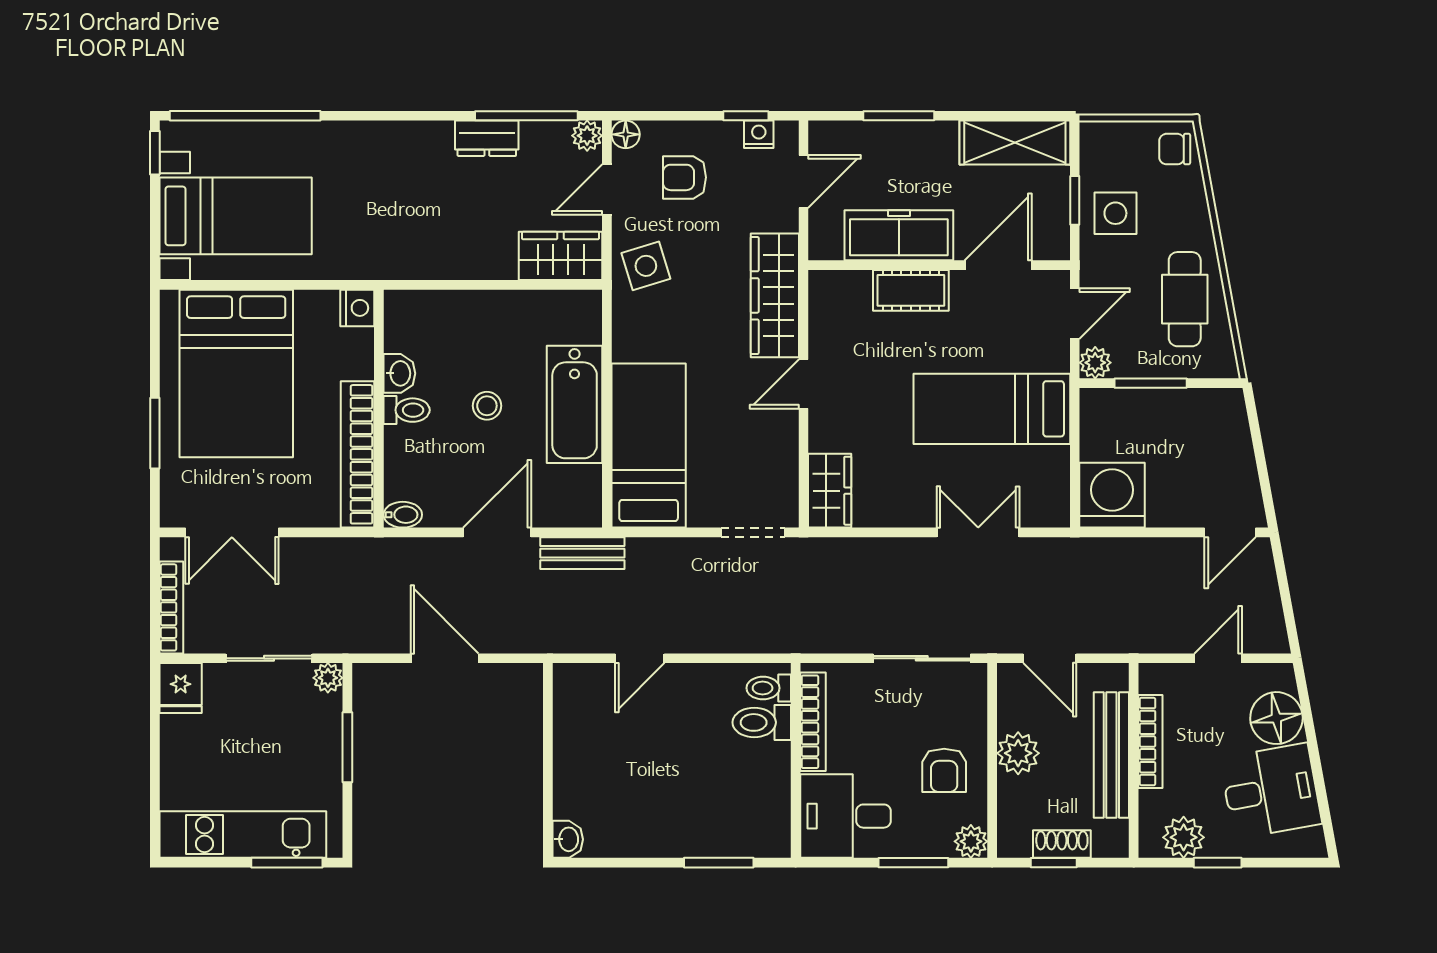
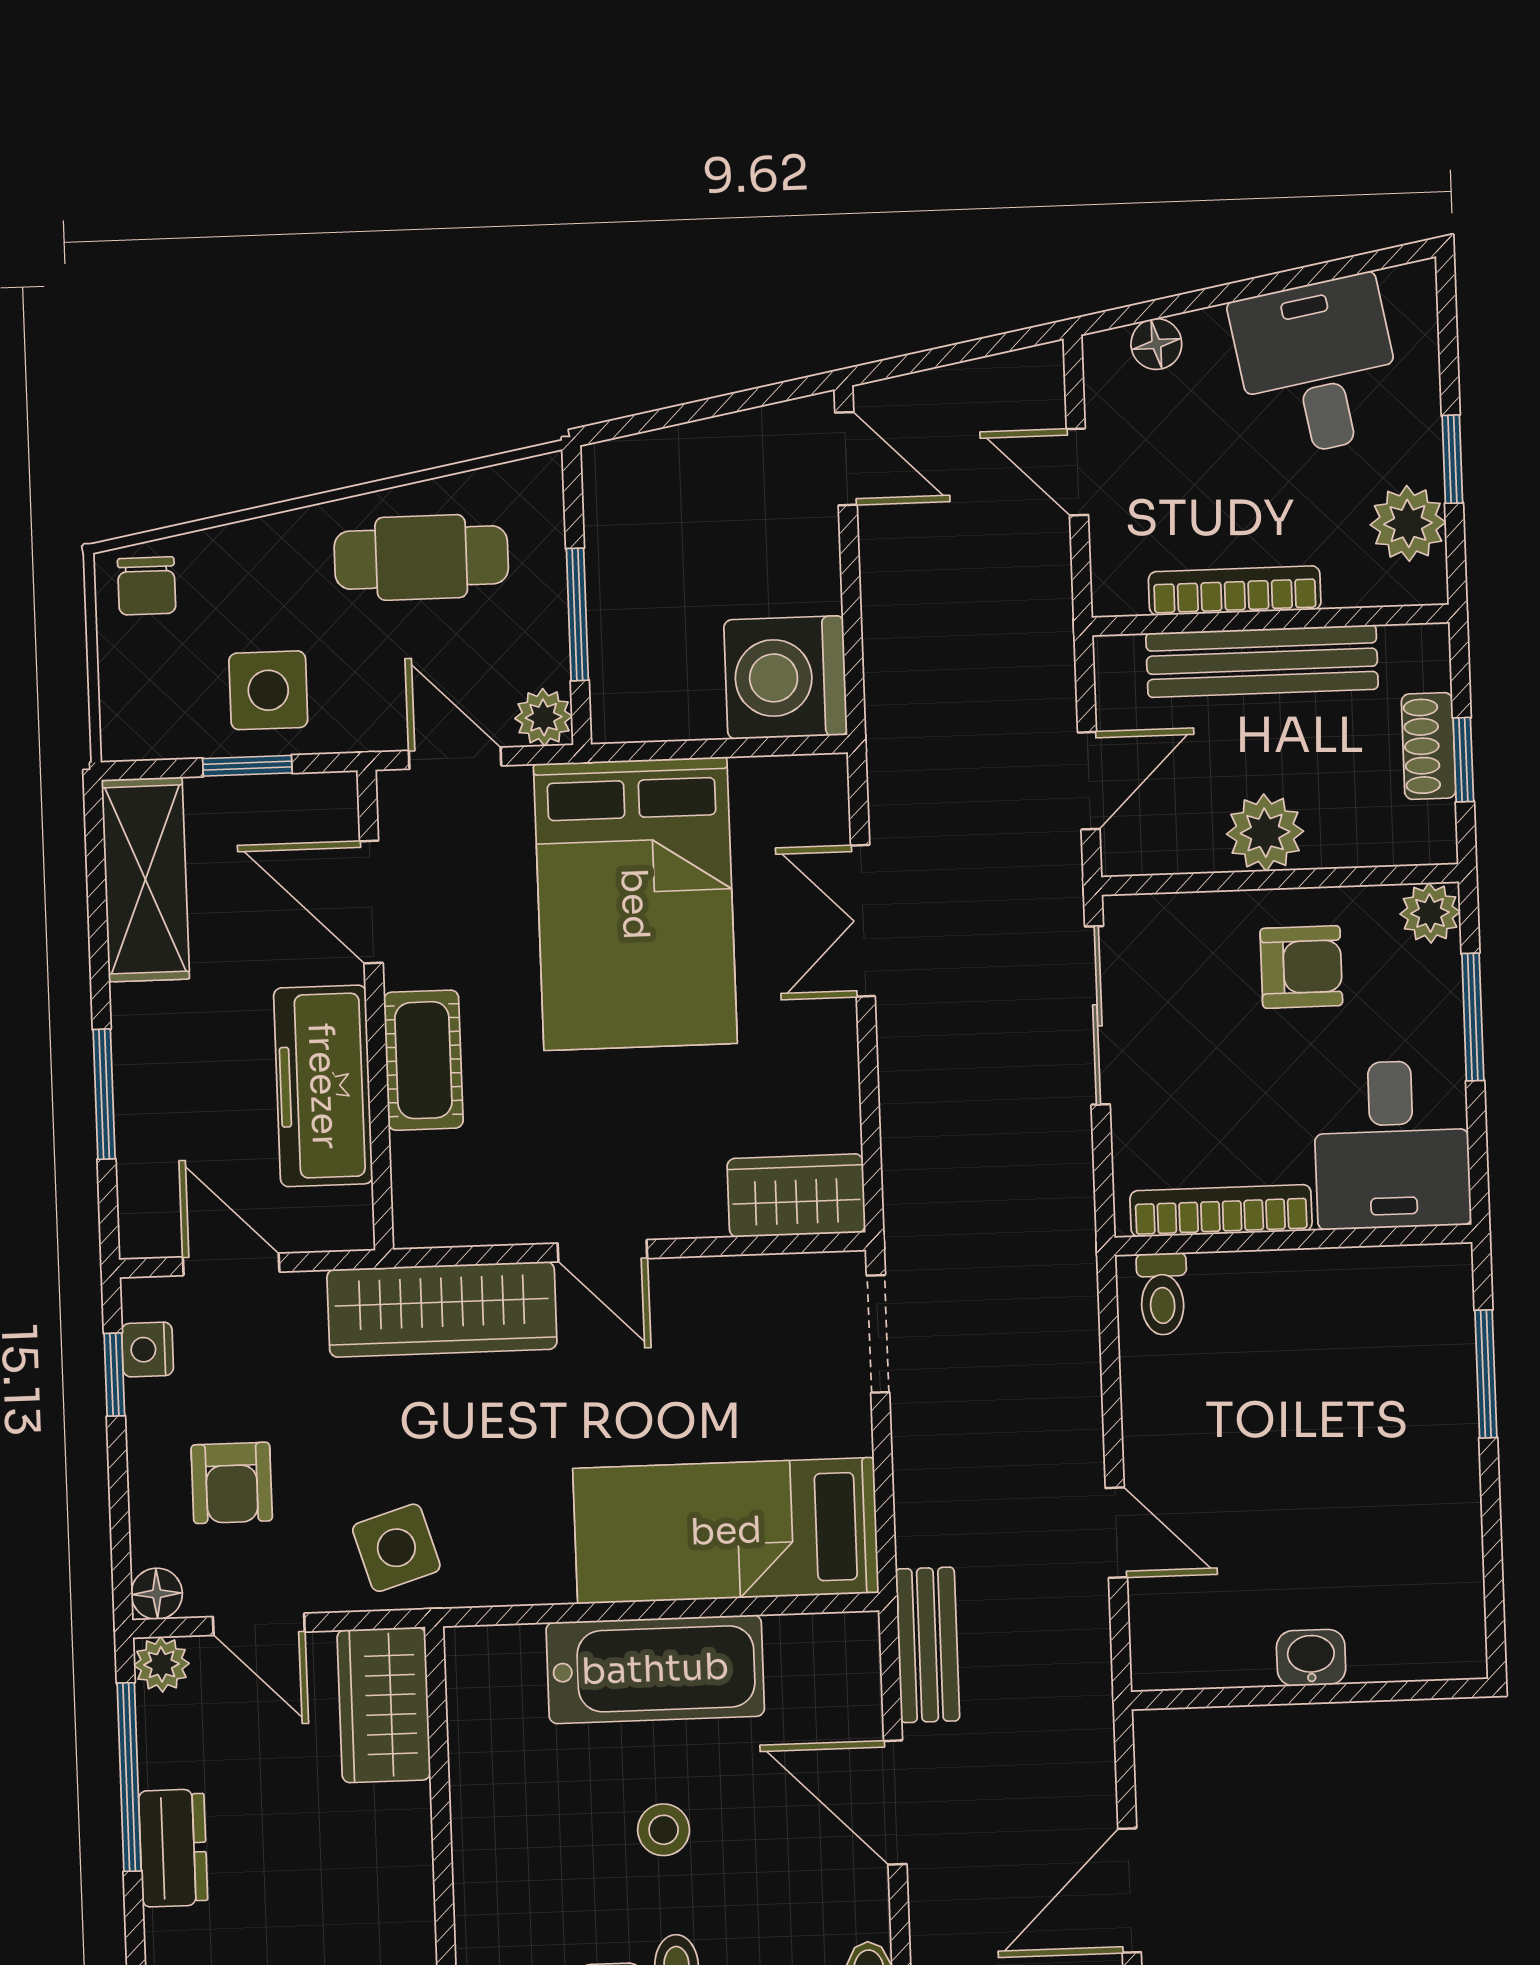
bed: (992, 409) -> (635, 904), width x1.50
floor lamp: (1276, 718) -> (1156, 344), width x0.53, depth x0.53
toilet: (762, 722) -> (1226, 1305), removed
washbasin: (568, 839) -> (1311, 1658), moved

